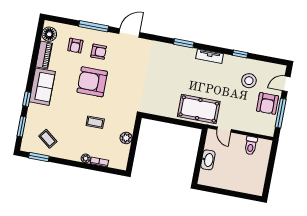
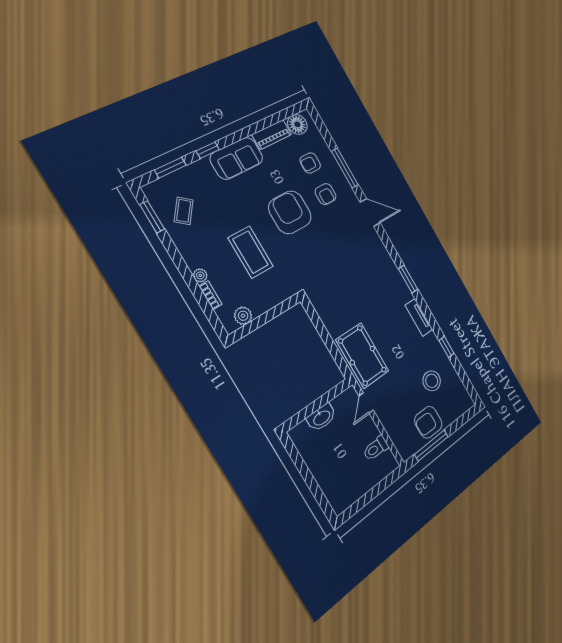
door: (286, 84) -> (461, 422), removed
coffee table: (95, 122) -> (251, 252), width x1.86, depth x1.72
plant: (126, 138) -> (243, 316), moved

